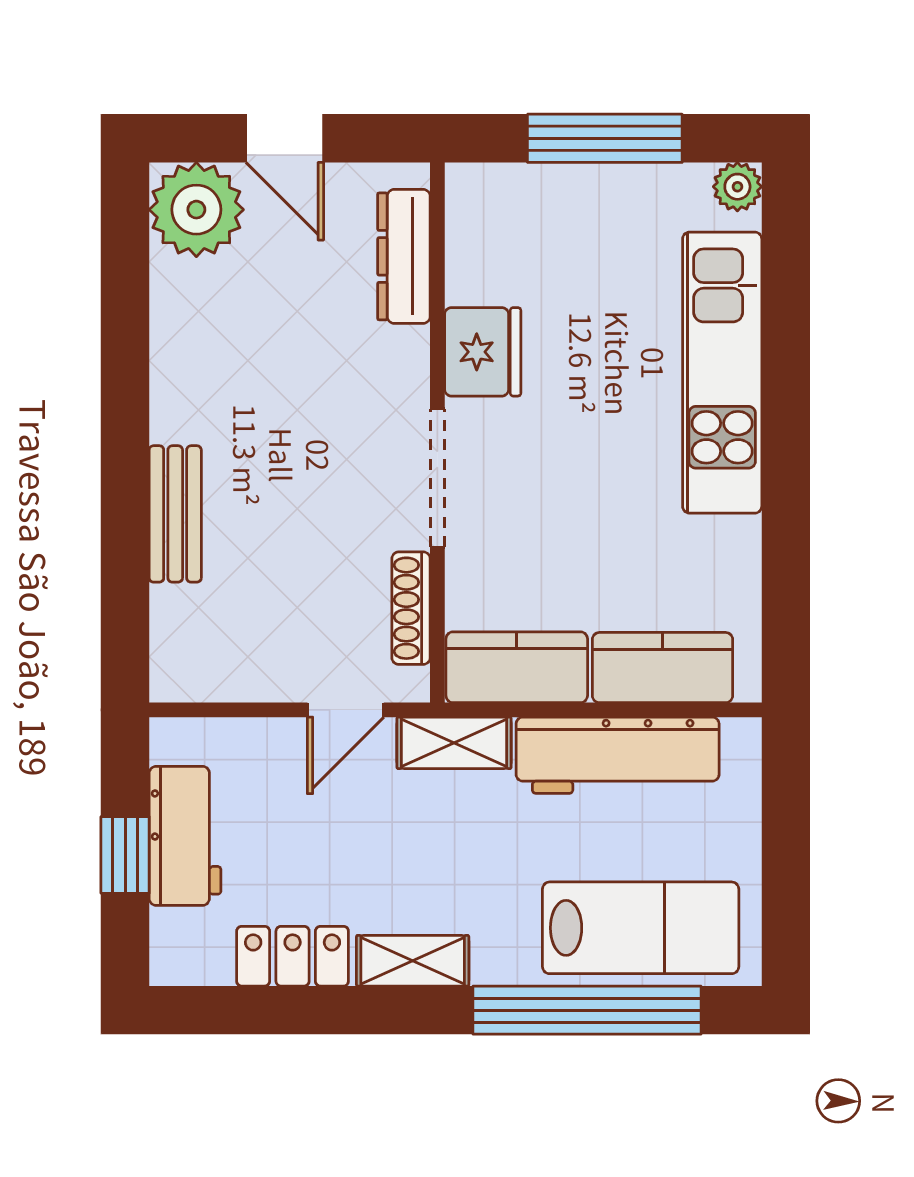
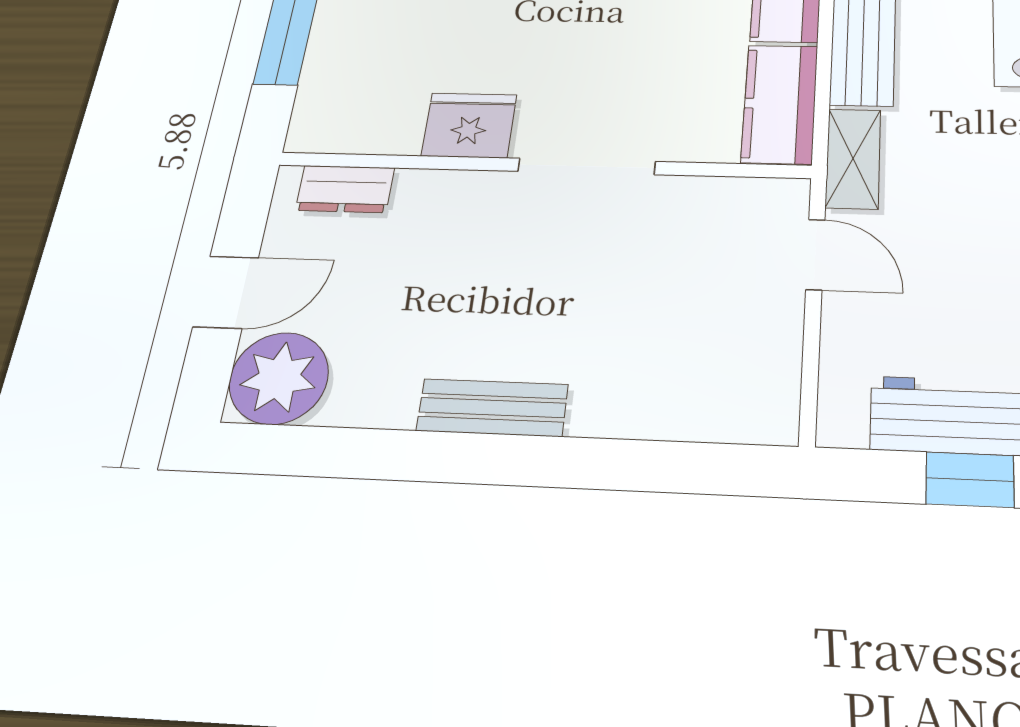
dresser: (404, 256) -> (345, 189), width x0.70
bench: (175, 514) -> (492, 408), moved
shoe rack: (411, 608) -> (714, 193), removed

